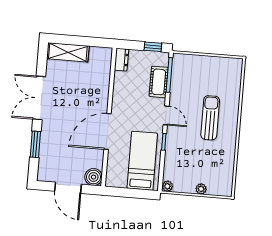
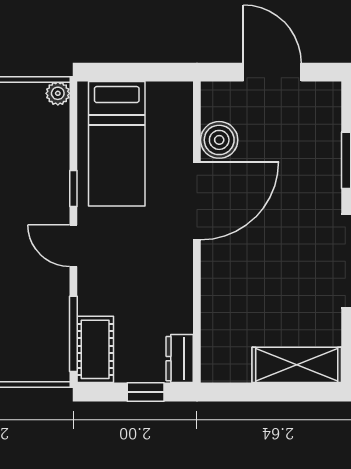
window: (153, 47) -> (146, 392), moved
cot: (159, 82) -> (95, 349), moved
boiler: (94, 177) -> (219, 140), moved

